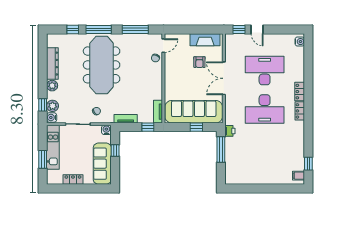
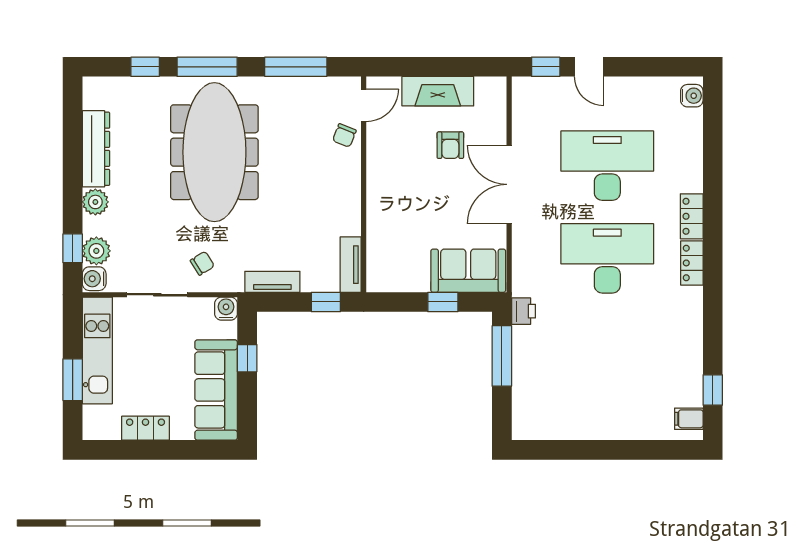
fireplace: (205, 40) -> (438, 91), moved
desk: (265, 109) -> (607, 258), turned 180
sofa: (194, 112) -> (468, 271), width x0.54, depth x0.79

